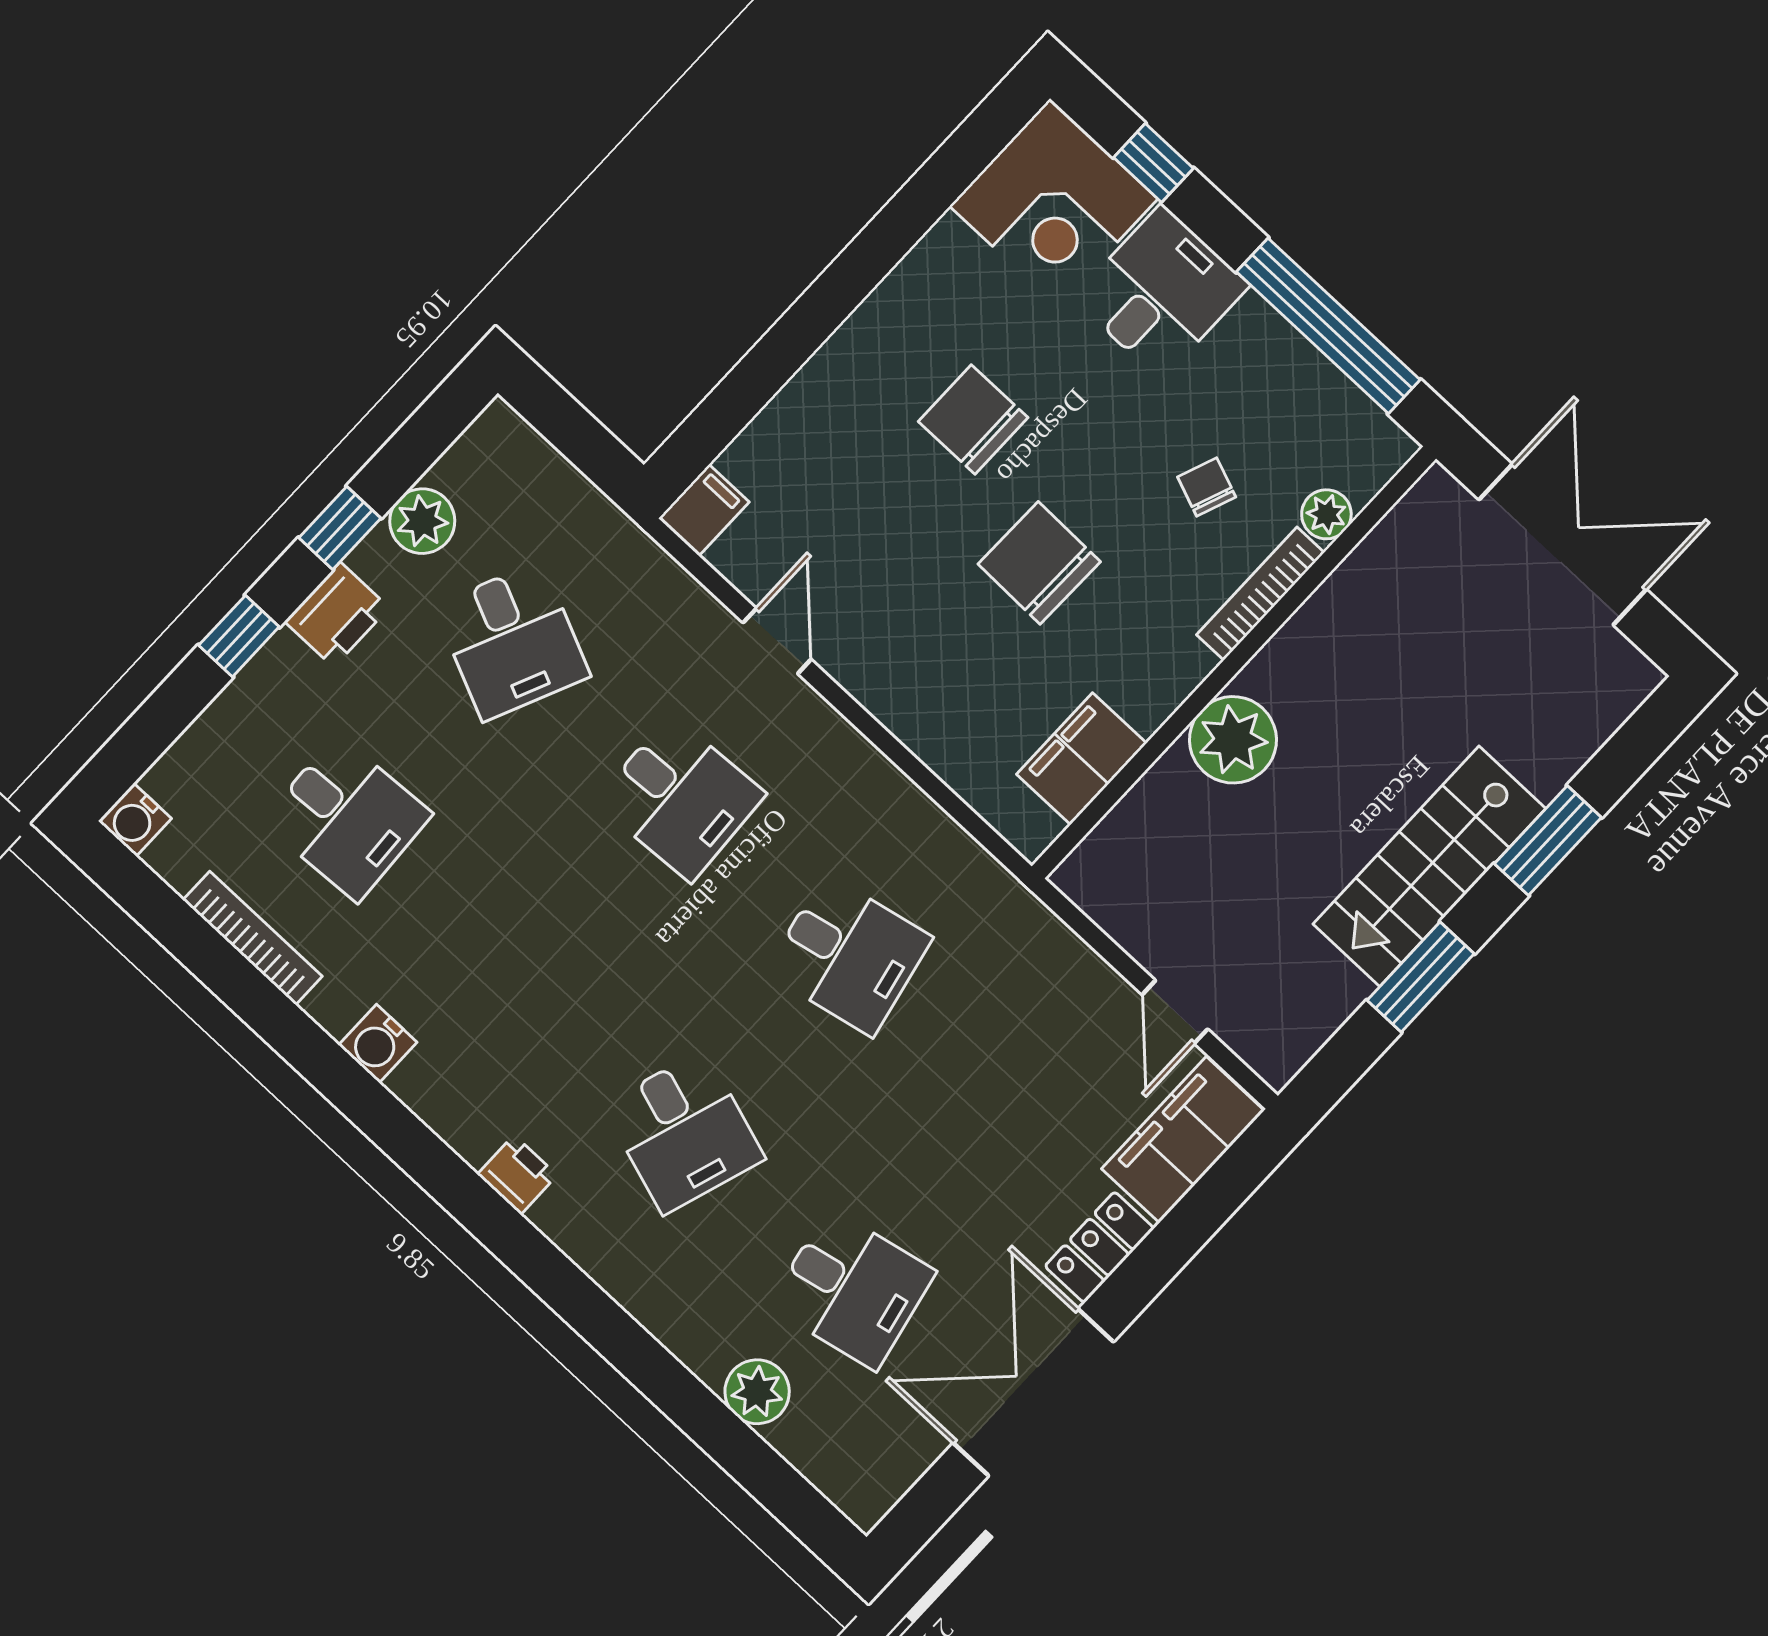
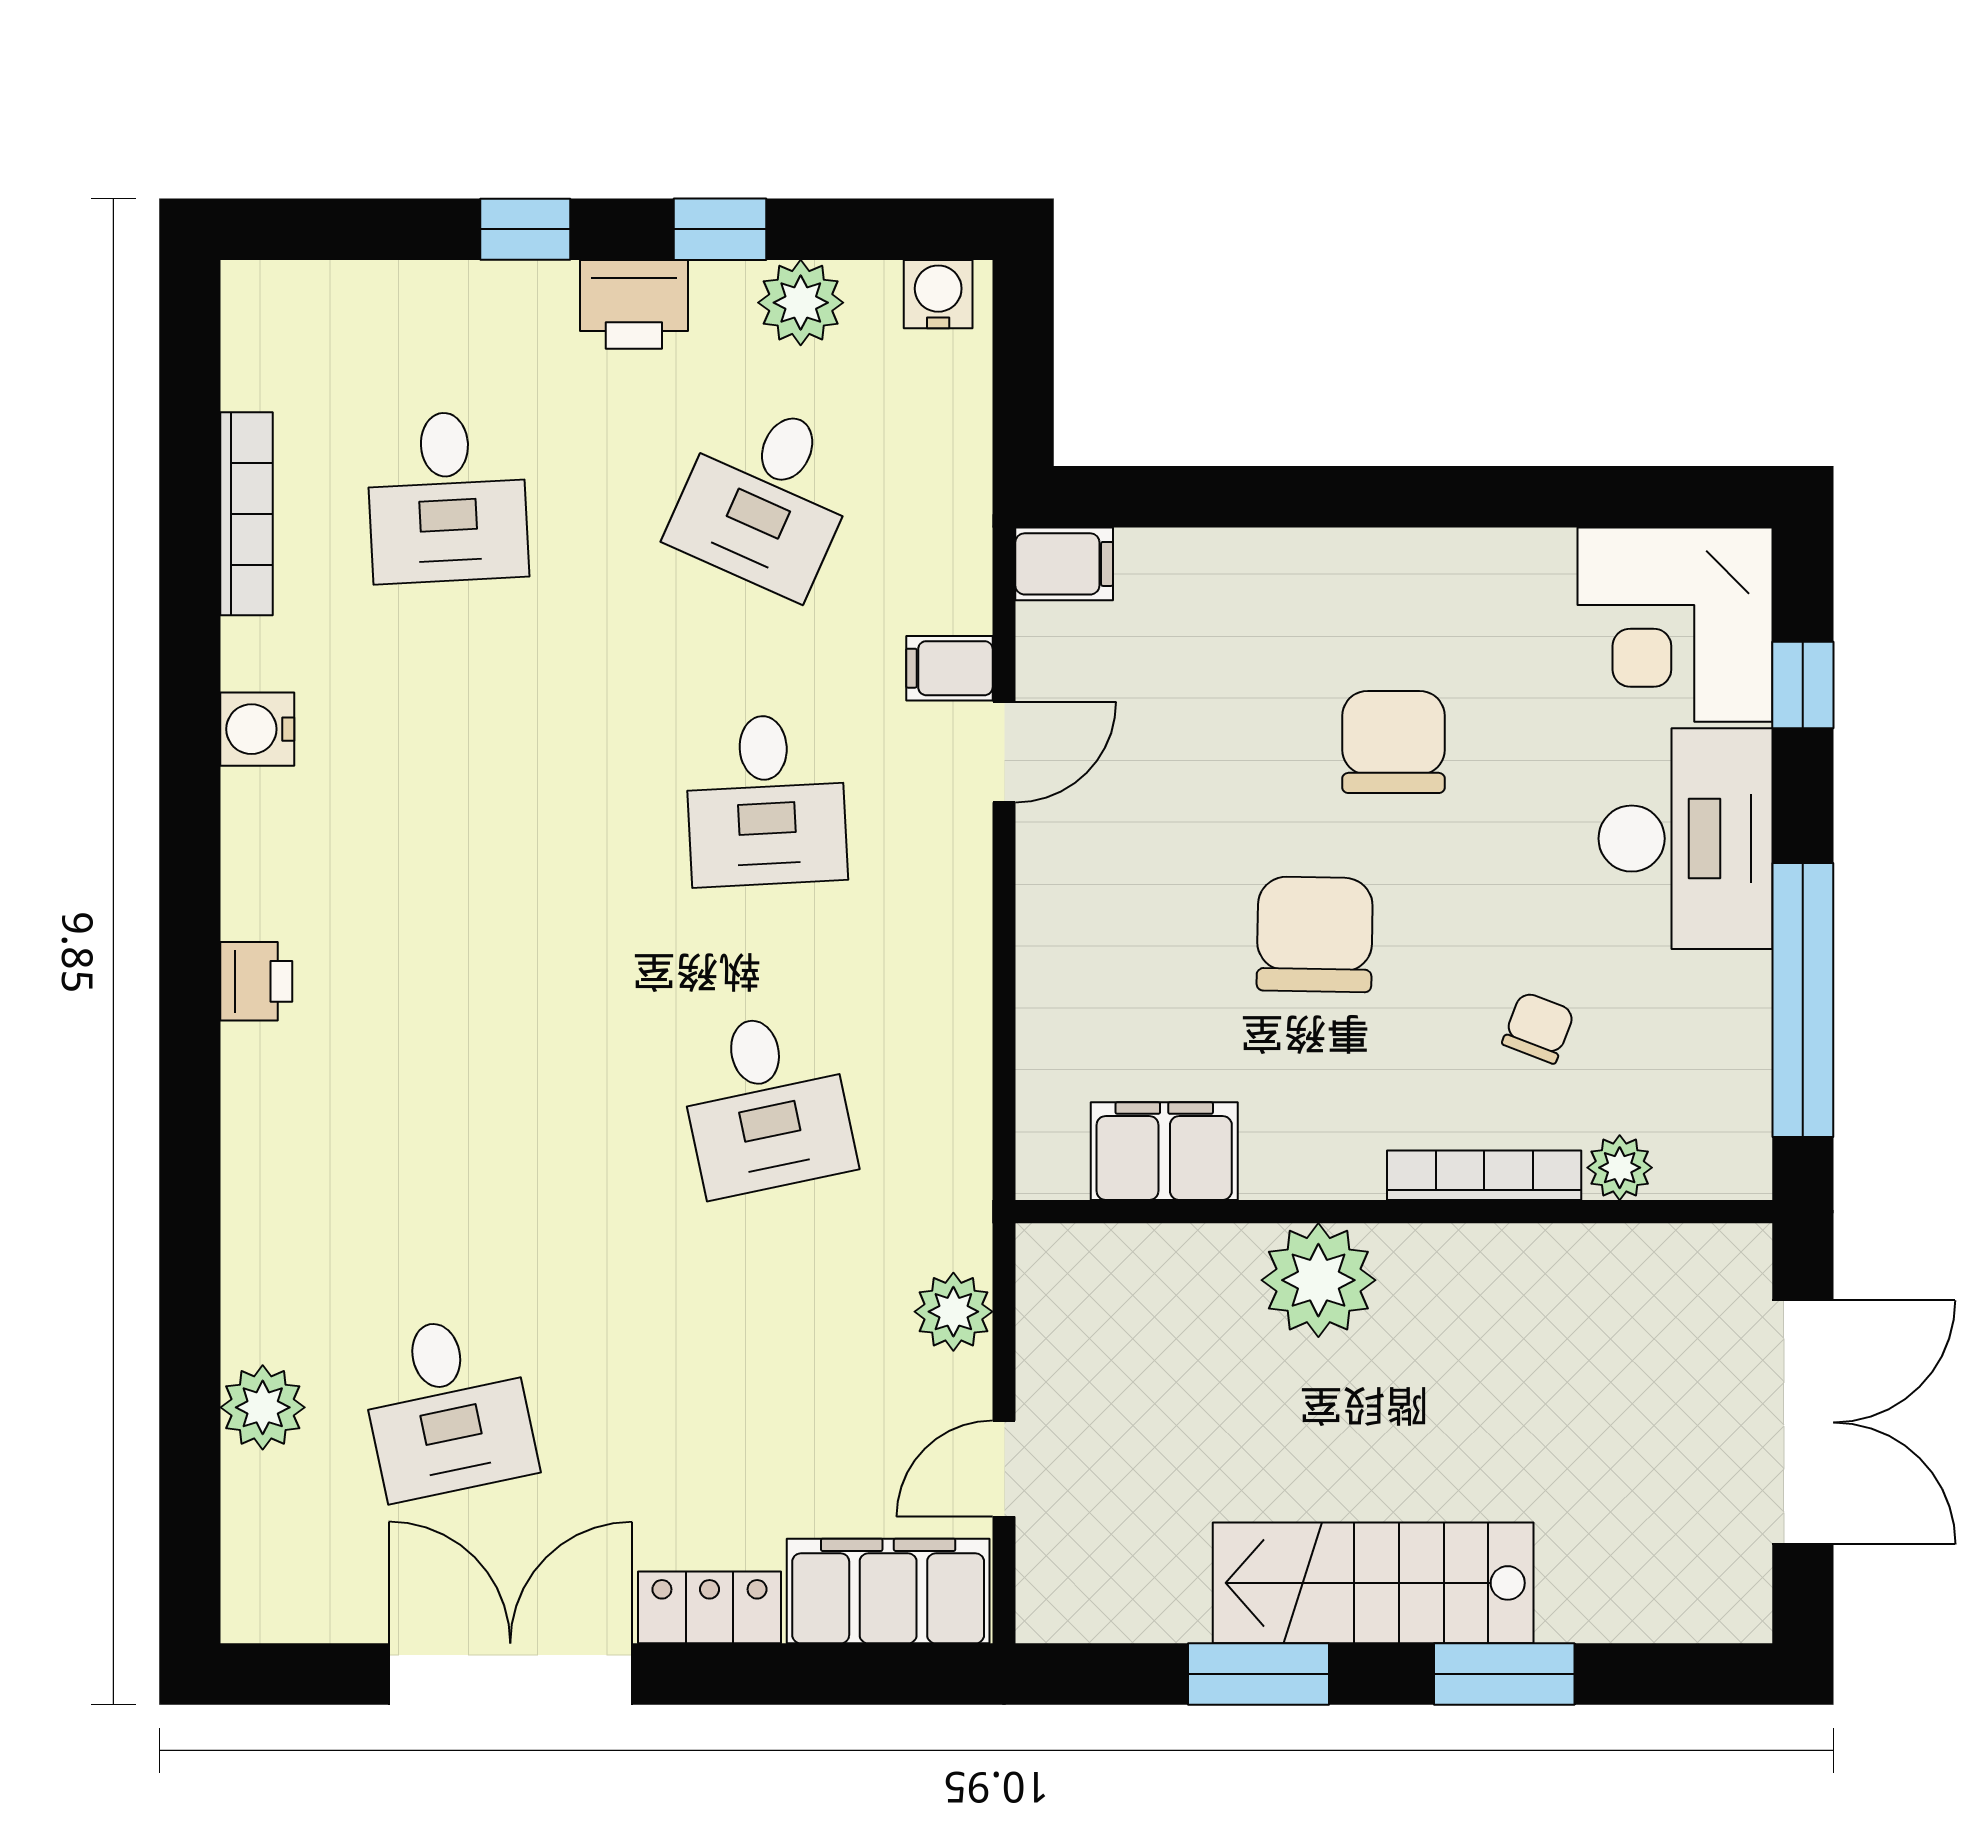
desk: (1161, 292) -> (1685, 839), width x1.37
filing cabinet: (702, 628) -> (949, 668), added
water cooler: (135, 820) -> (938, 294), moved, turned 90
plant: (1062, 959) -> (953, 1312), added
desk: (684, 1132) -> (447, 1103), removed

